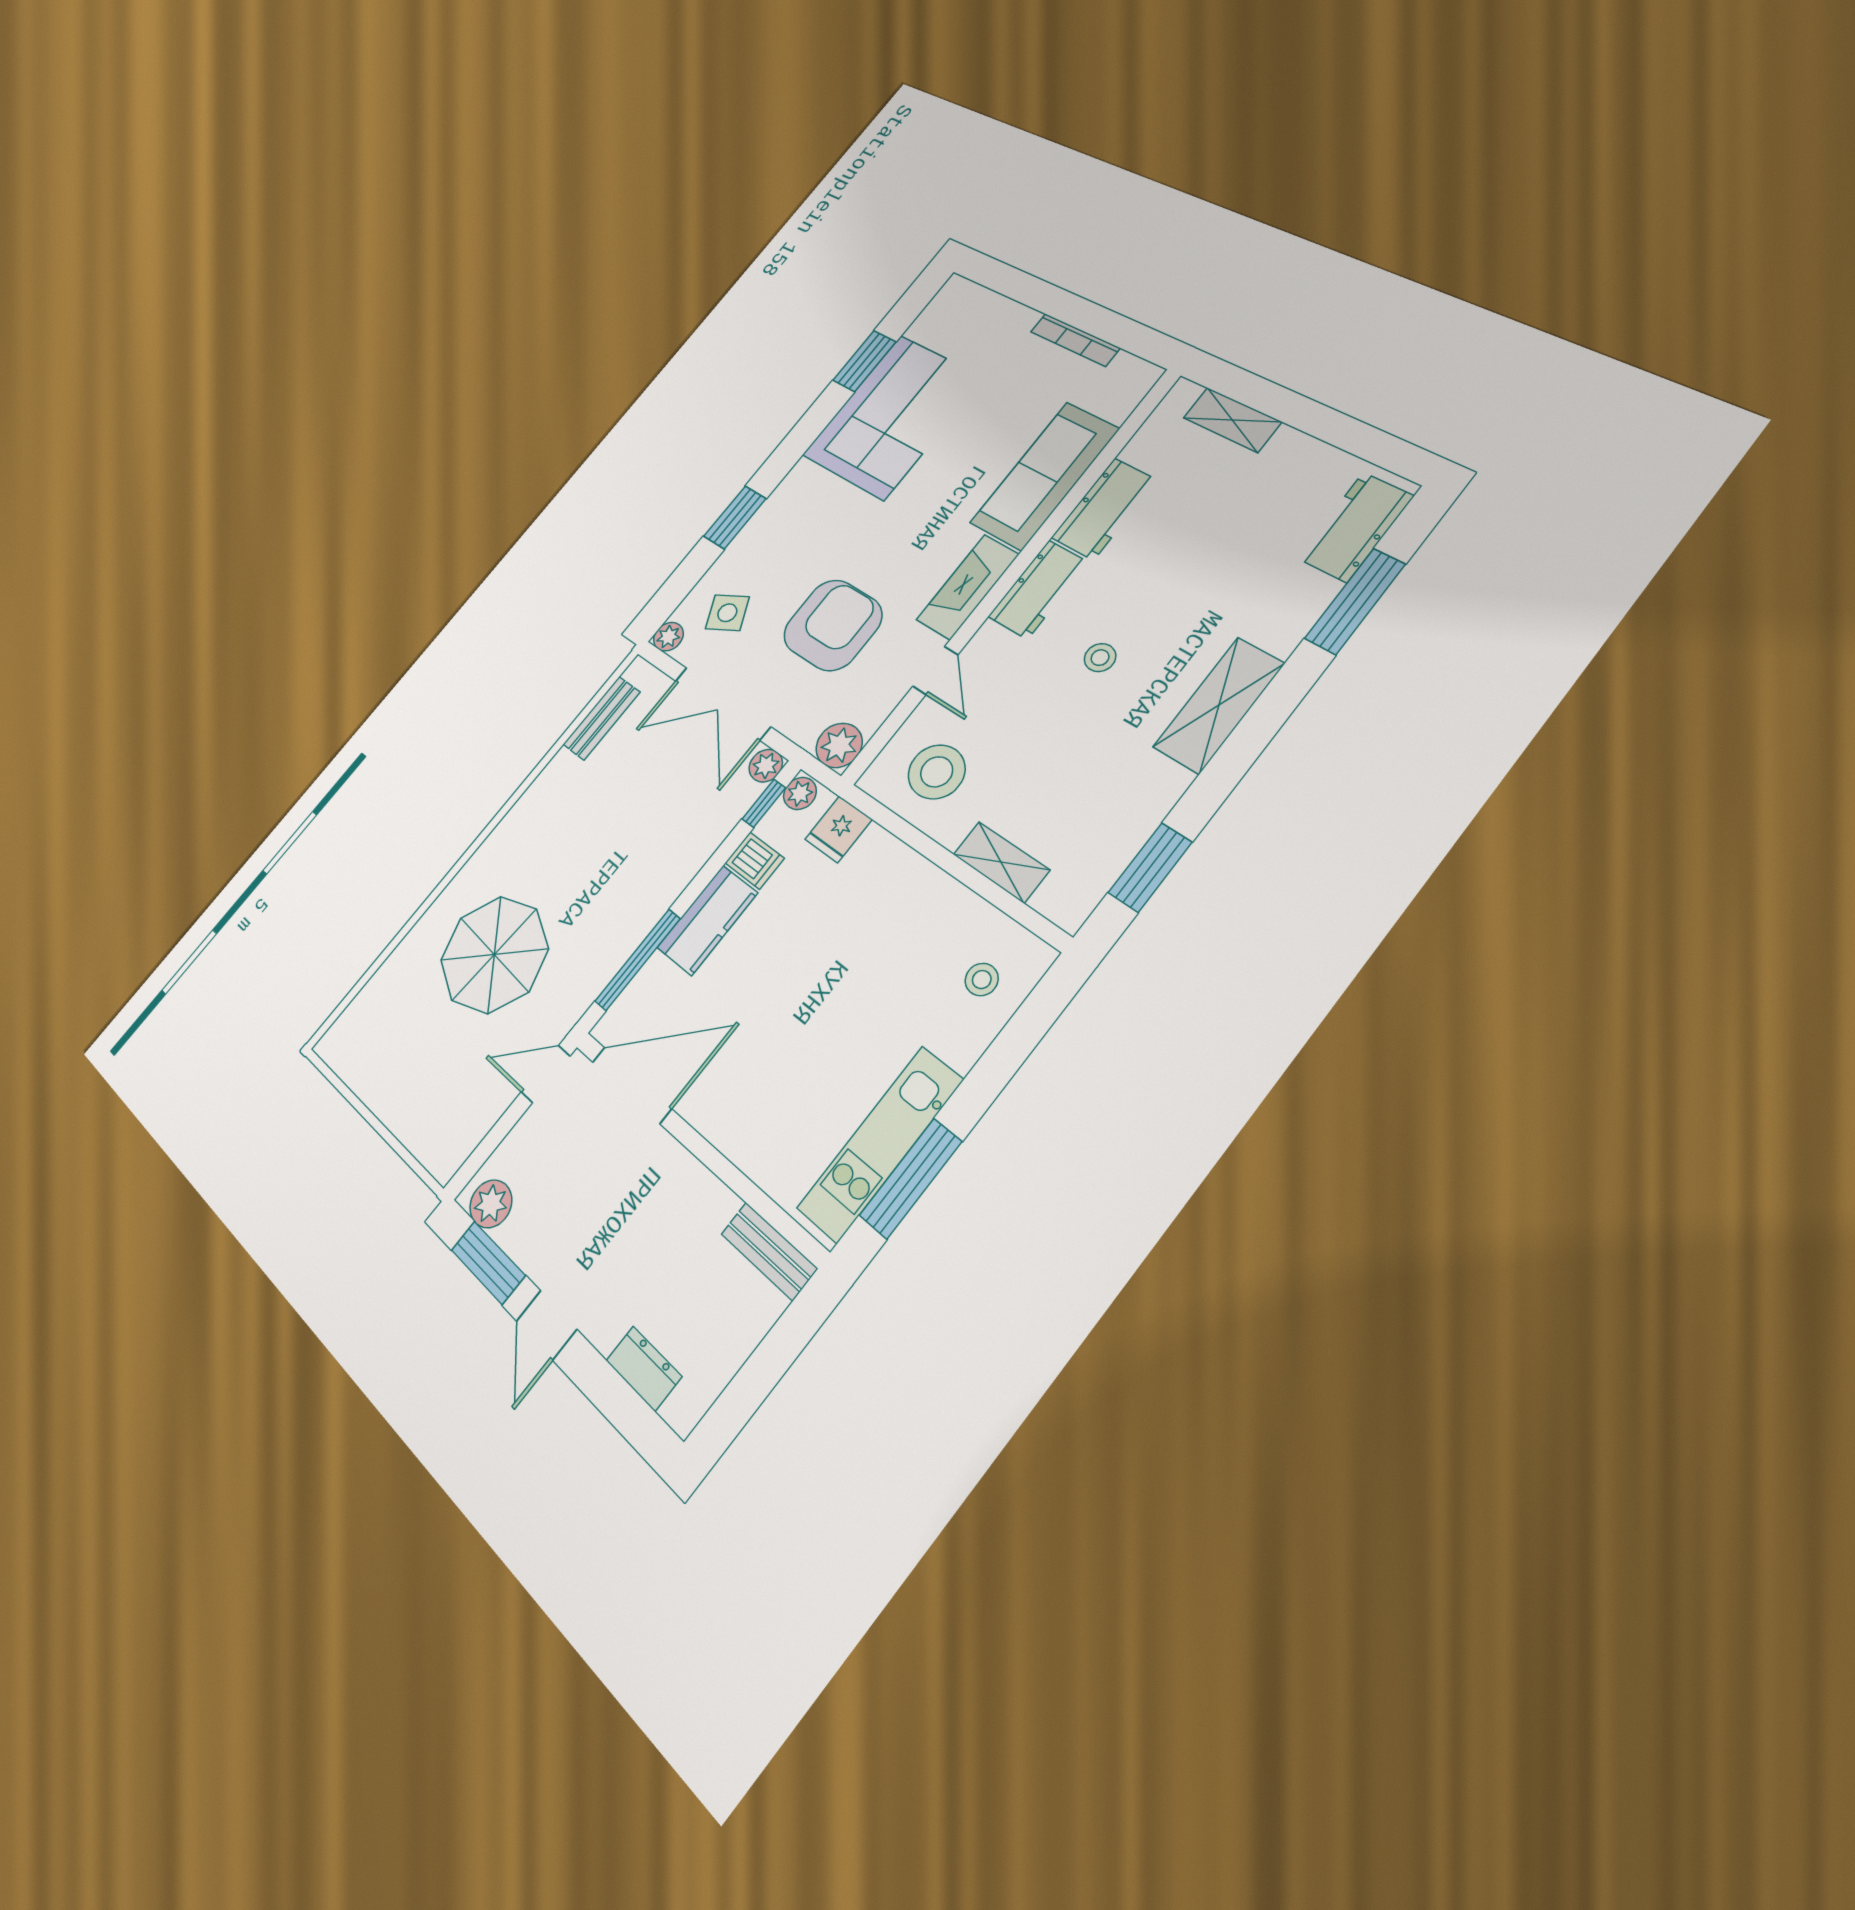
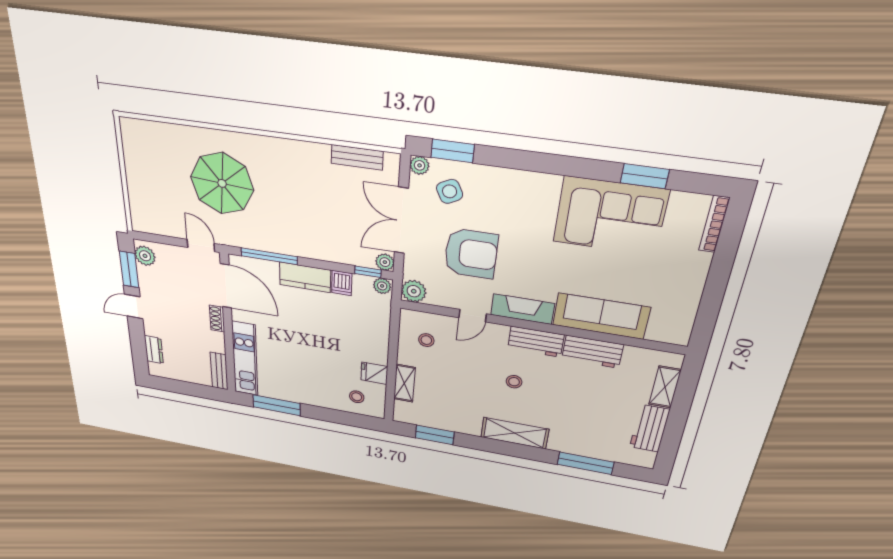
bookcase: (1075, 340) -> (714, 224), moved
window: (735, 517) -> (453, 151), moved
workbench: (1355, 527) -> (650, 428), moved, turned -90
stool: (937, 772) -> (426, 340), width x0.53, depth x0.53
fridge: (839, 829) -> (374, 373), moved
kitchen unit: (880, 1144) -> (245, 359), moved, turned 90
shoe rack: (672, 1157) -> (217, 319), added

